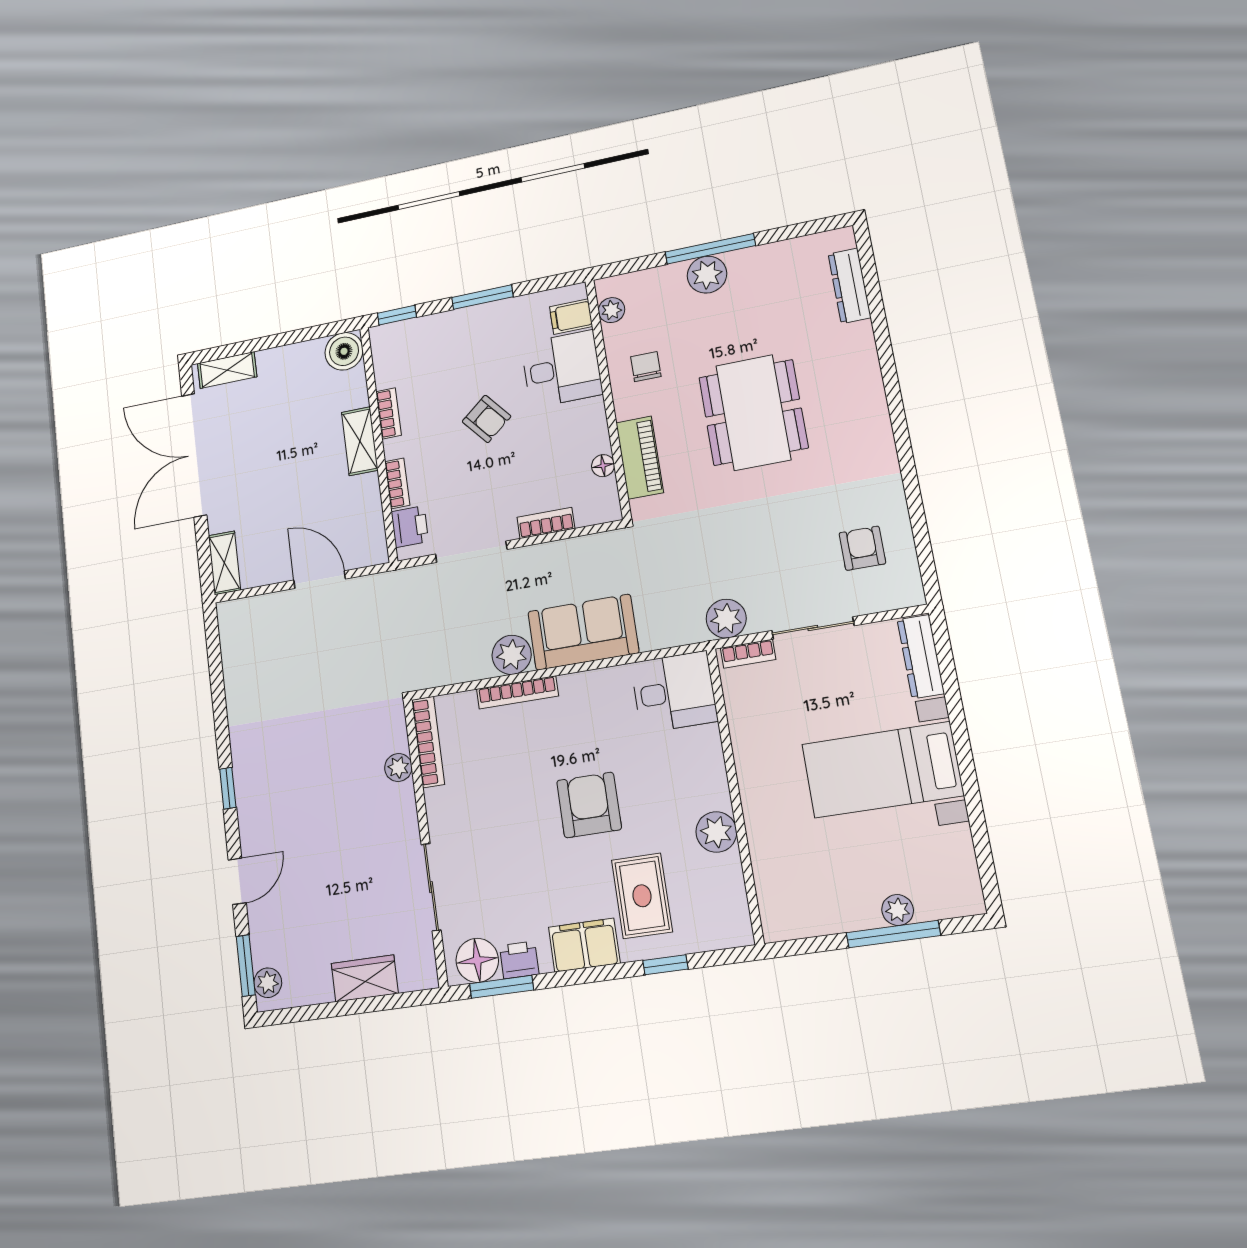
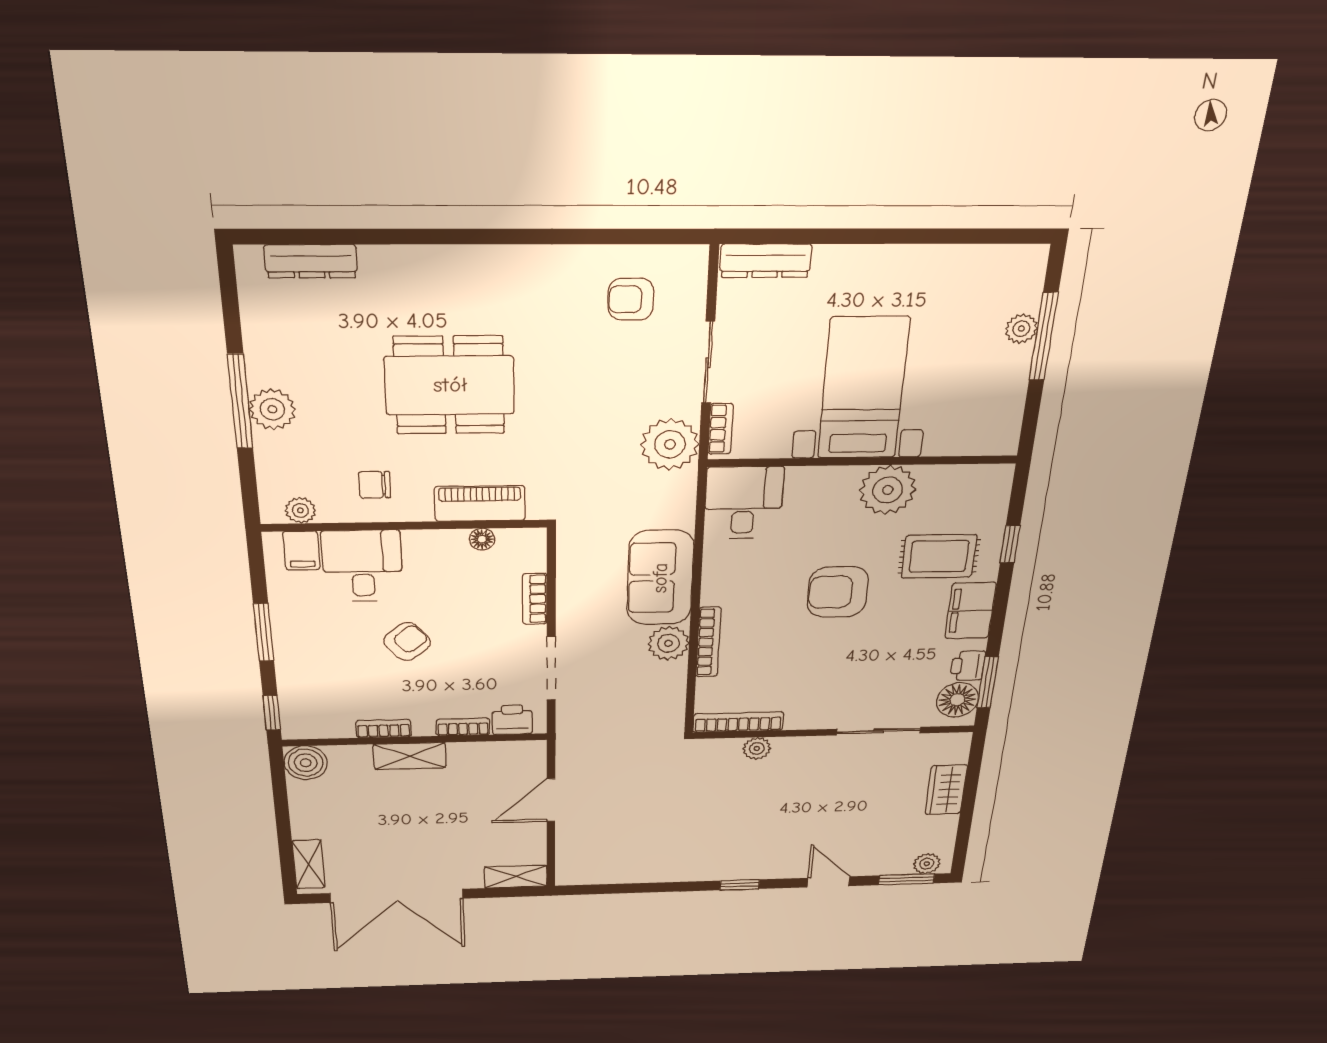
plant: (726, 619) -> (670, 444), width x1.36, depth x1.36
bed with nightstands: (882, 770) -> (863, 389), moved, turned 180
plant: (716, 832) -> (888, 490), width x1.36, depth x1.36

